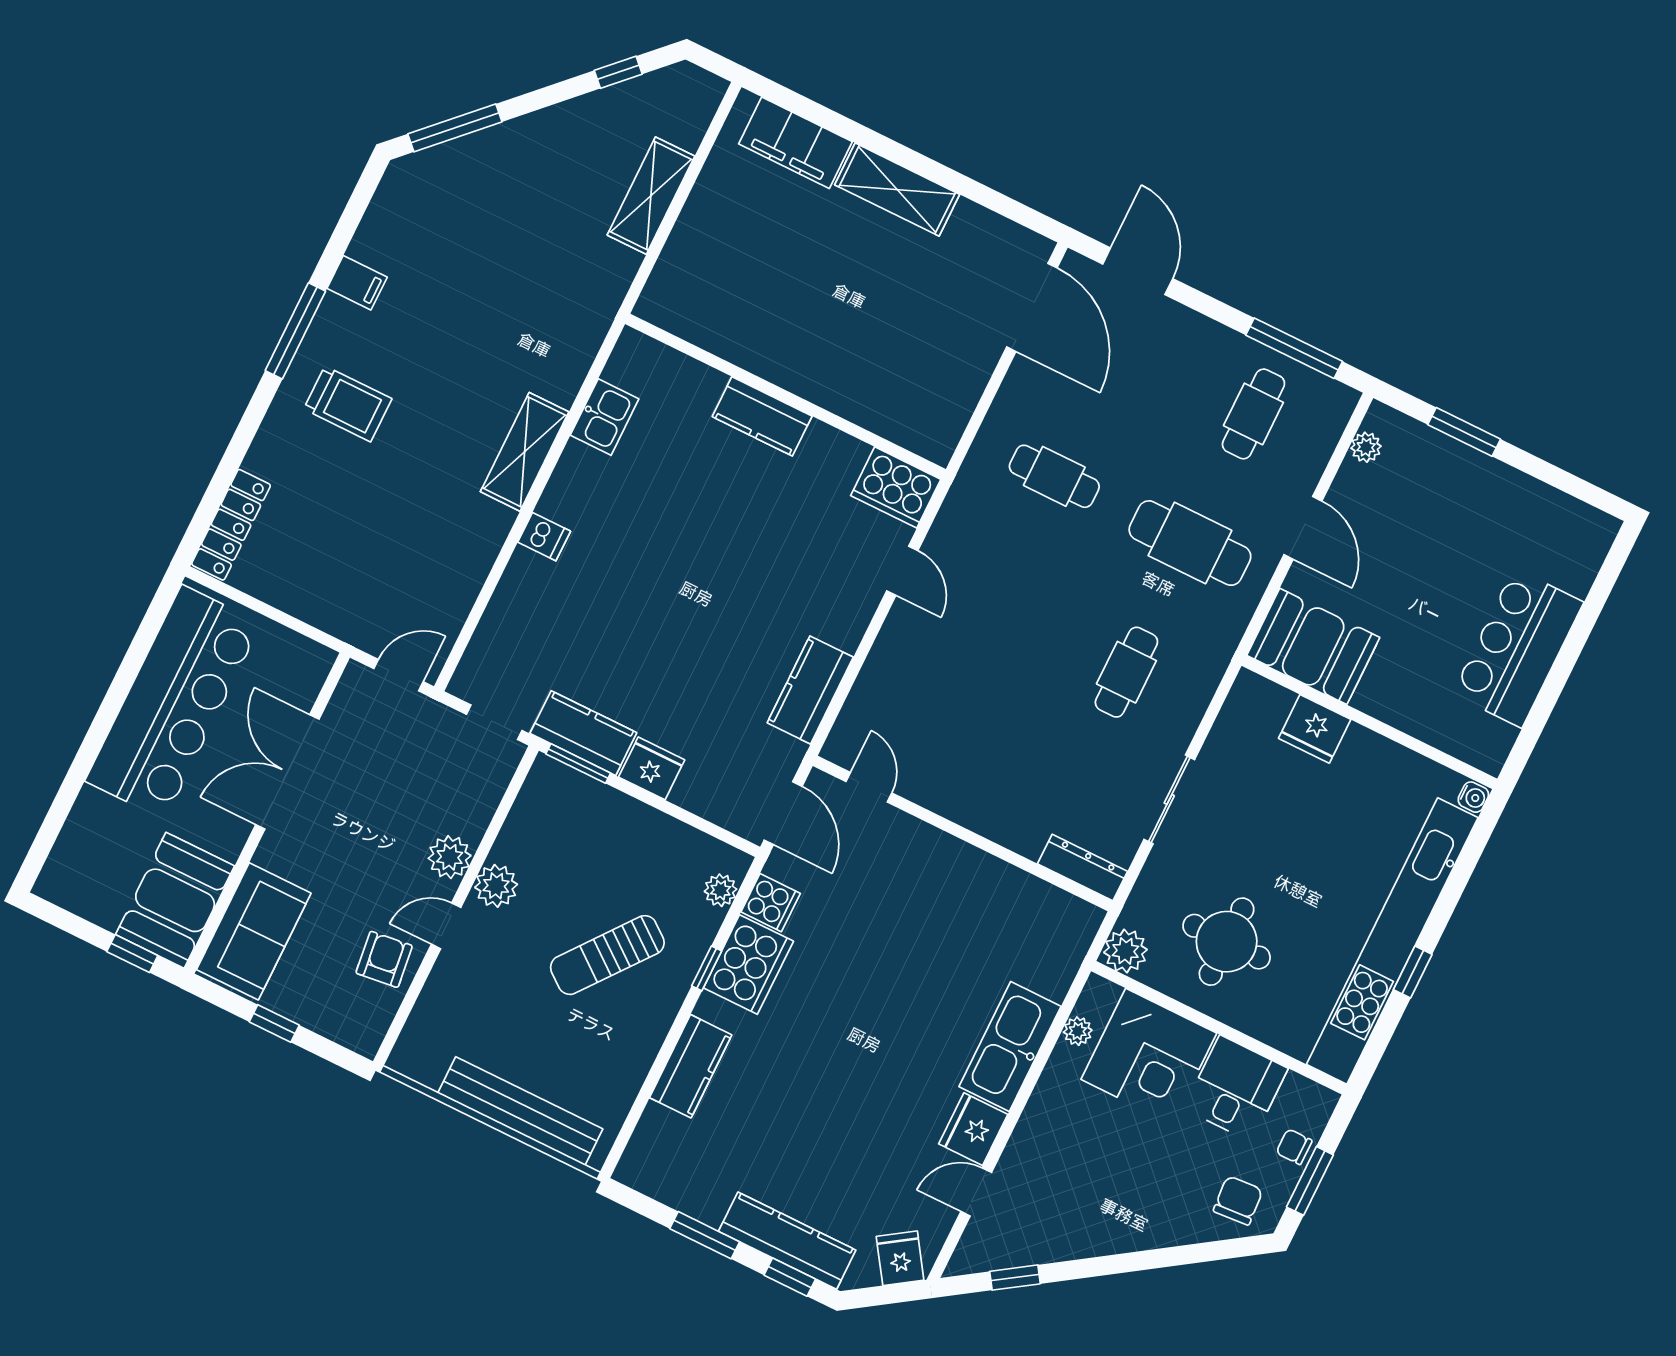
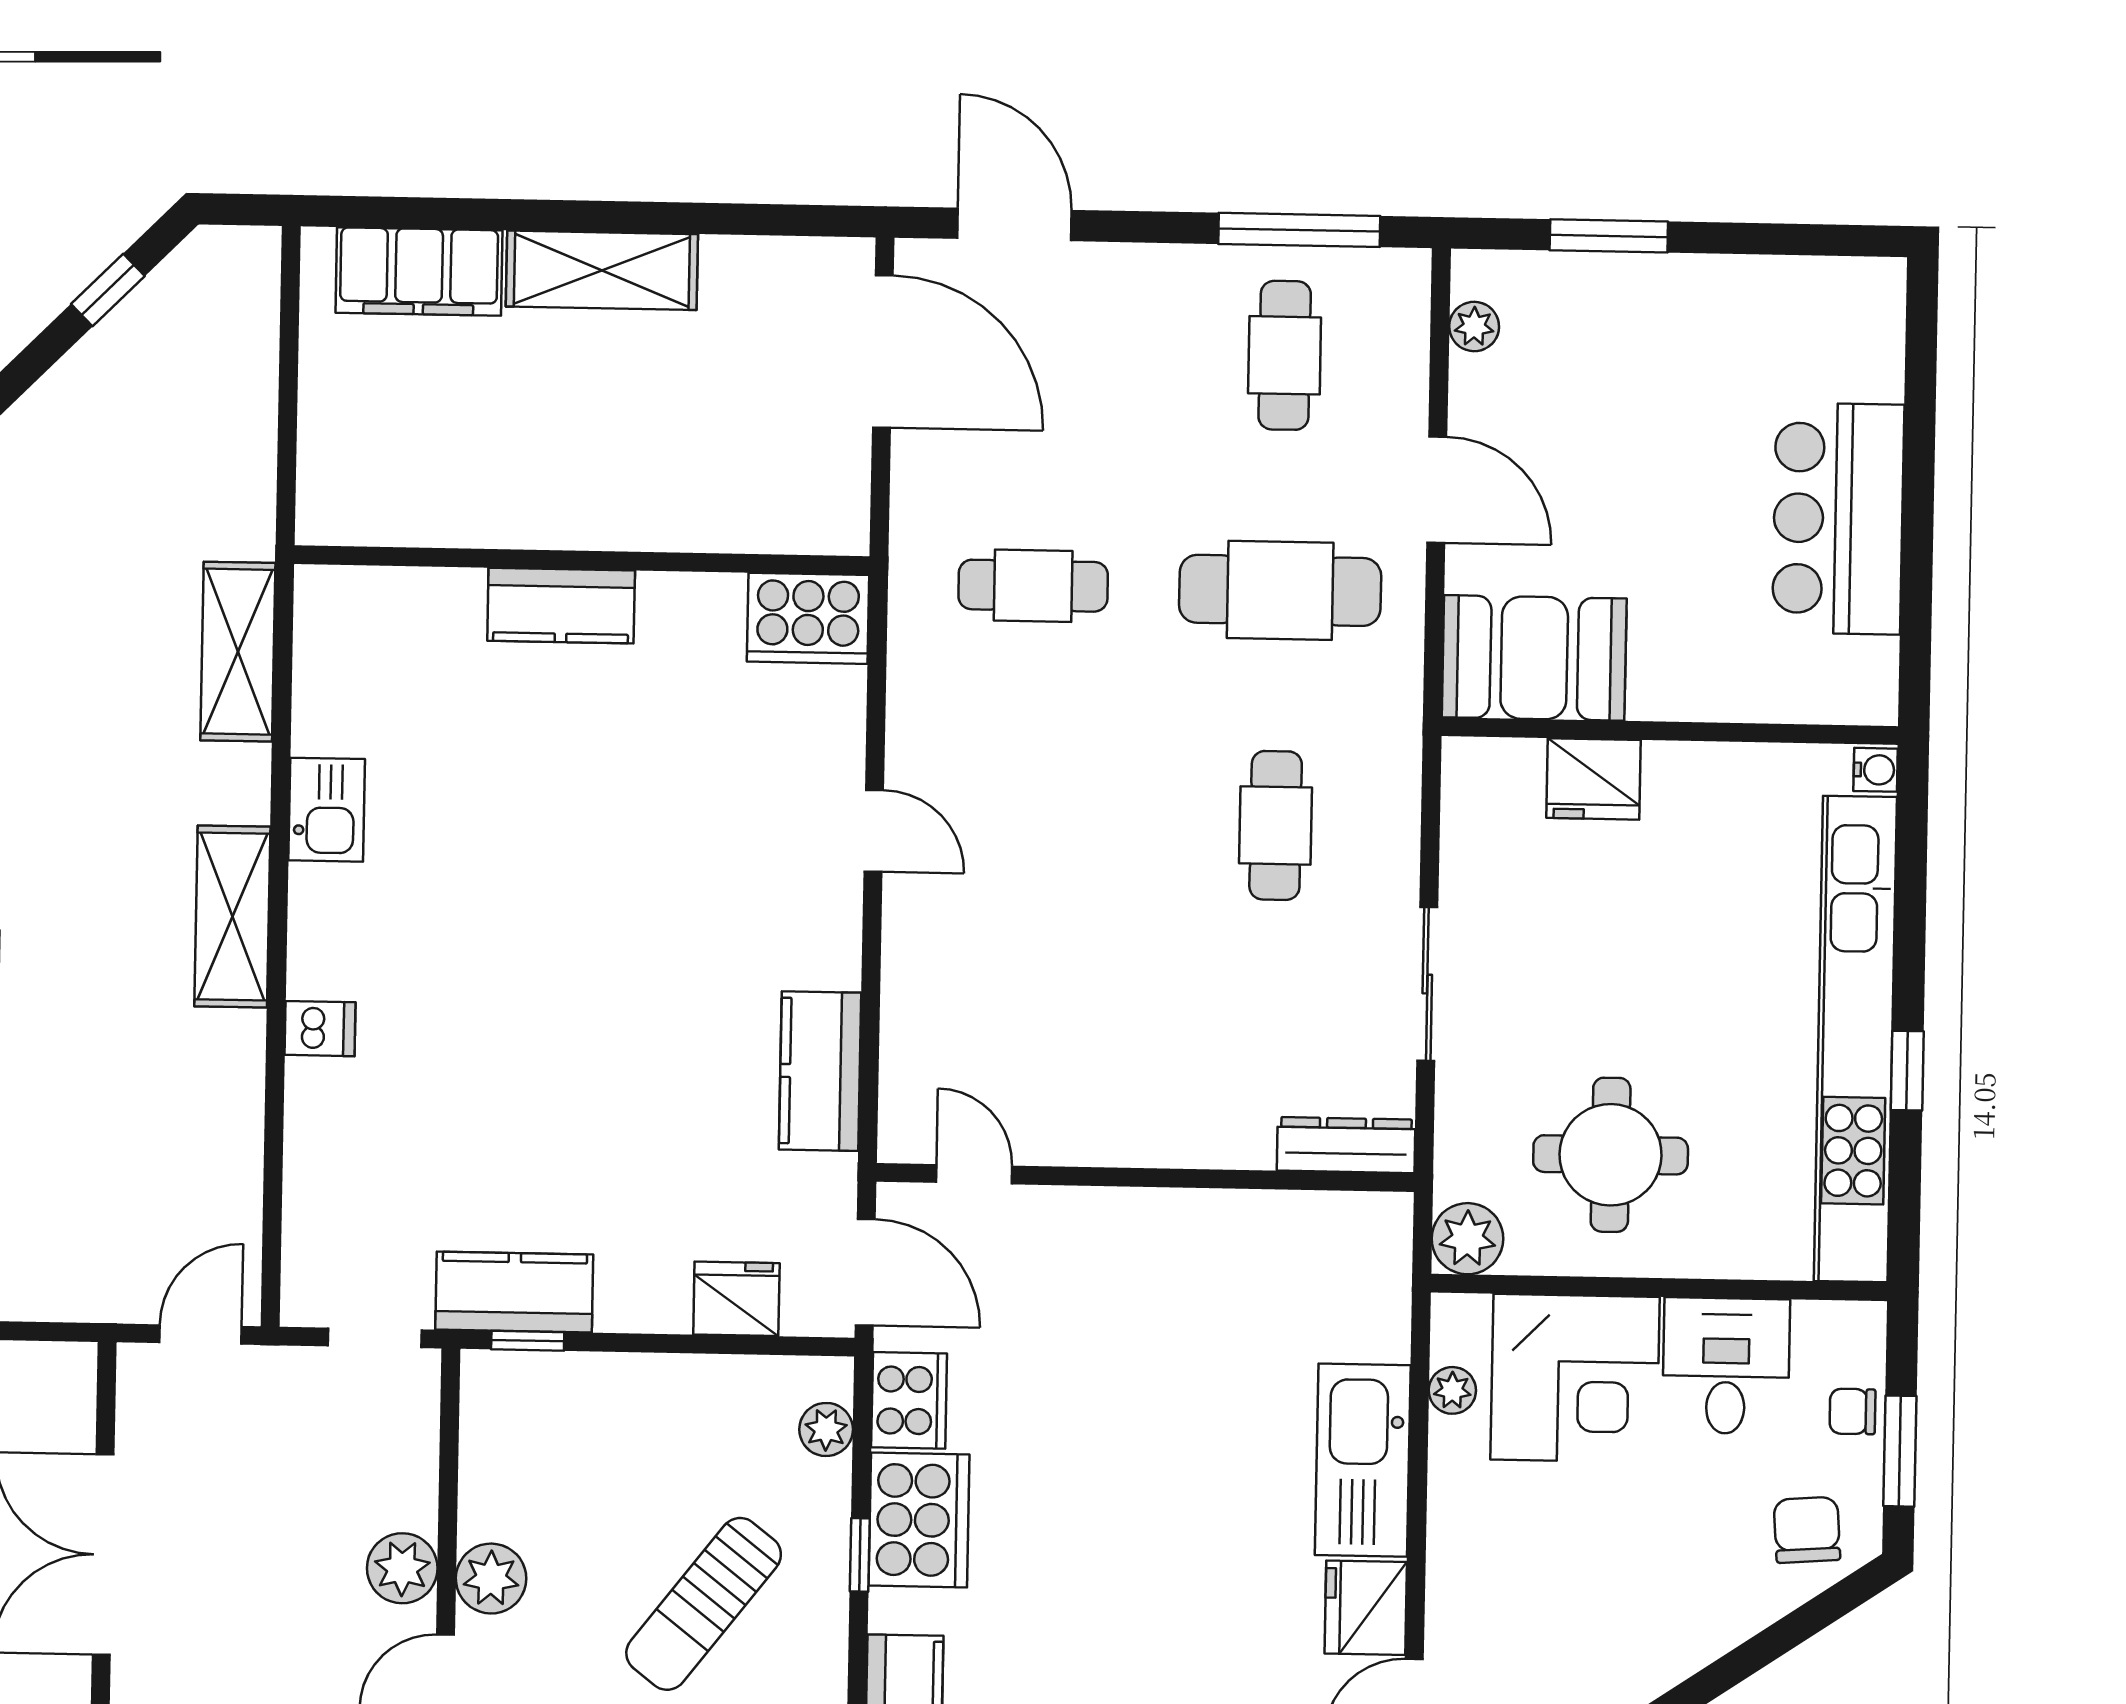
shelving: (651, 196) -> (238, 652), moved
wall: (785, 396) -> (582, 560), moved
kitchen counter: (762, 416) -> (561, 606), moved
cooker: (896, 487) -> (808, 618), moved
window: (578, 764) -> (528, 1341), width x0.67
fridge: (652, 768) -> (736, 1299), moved
cooker: (771, 903) -> (909, 1400), width x1.36

